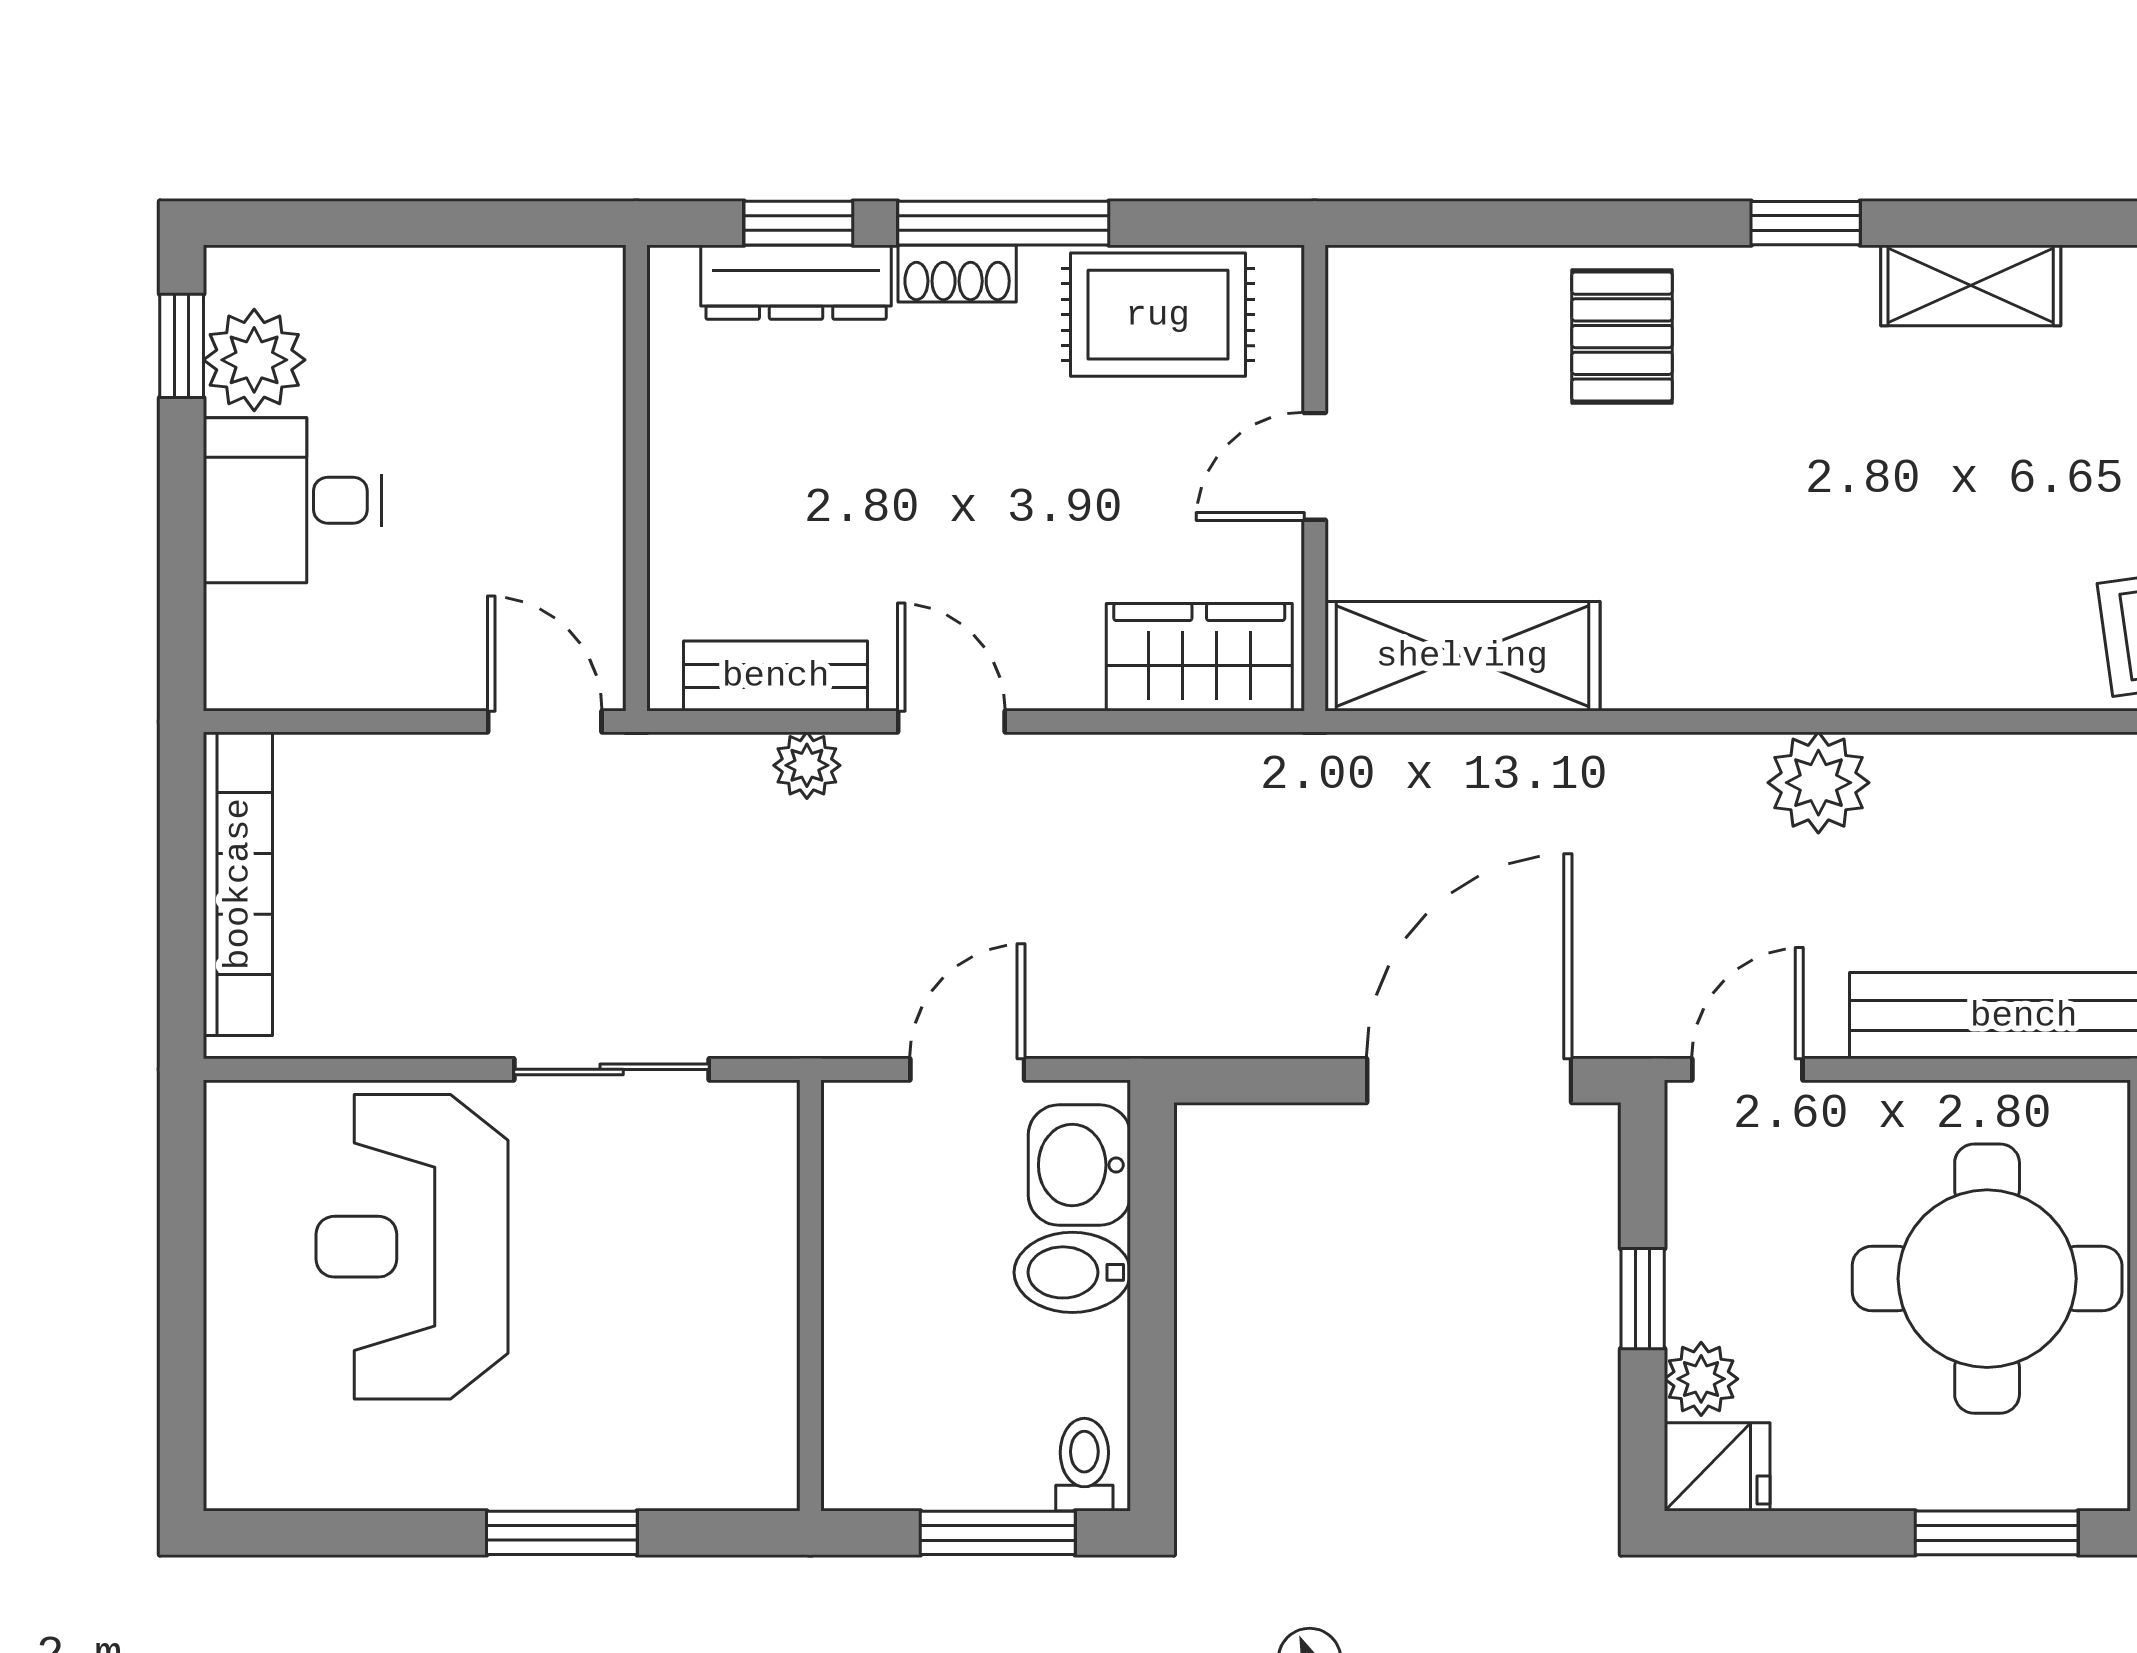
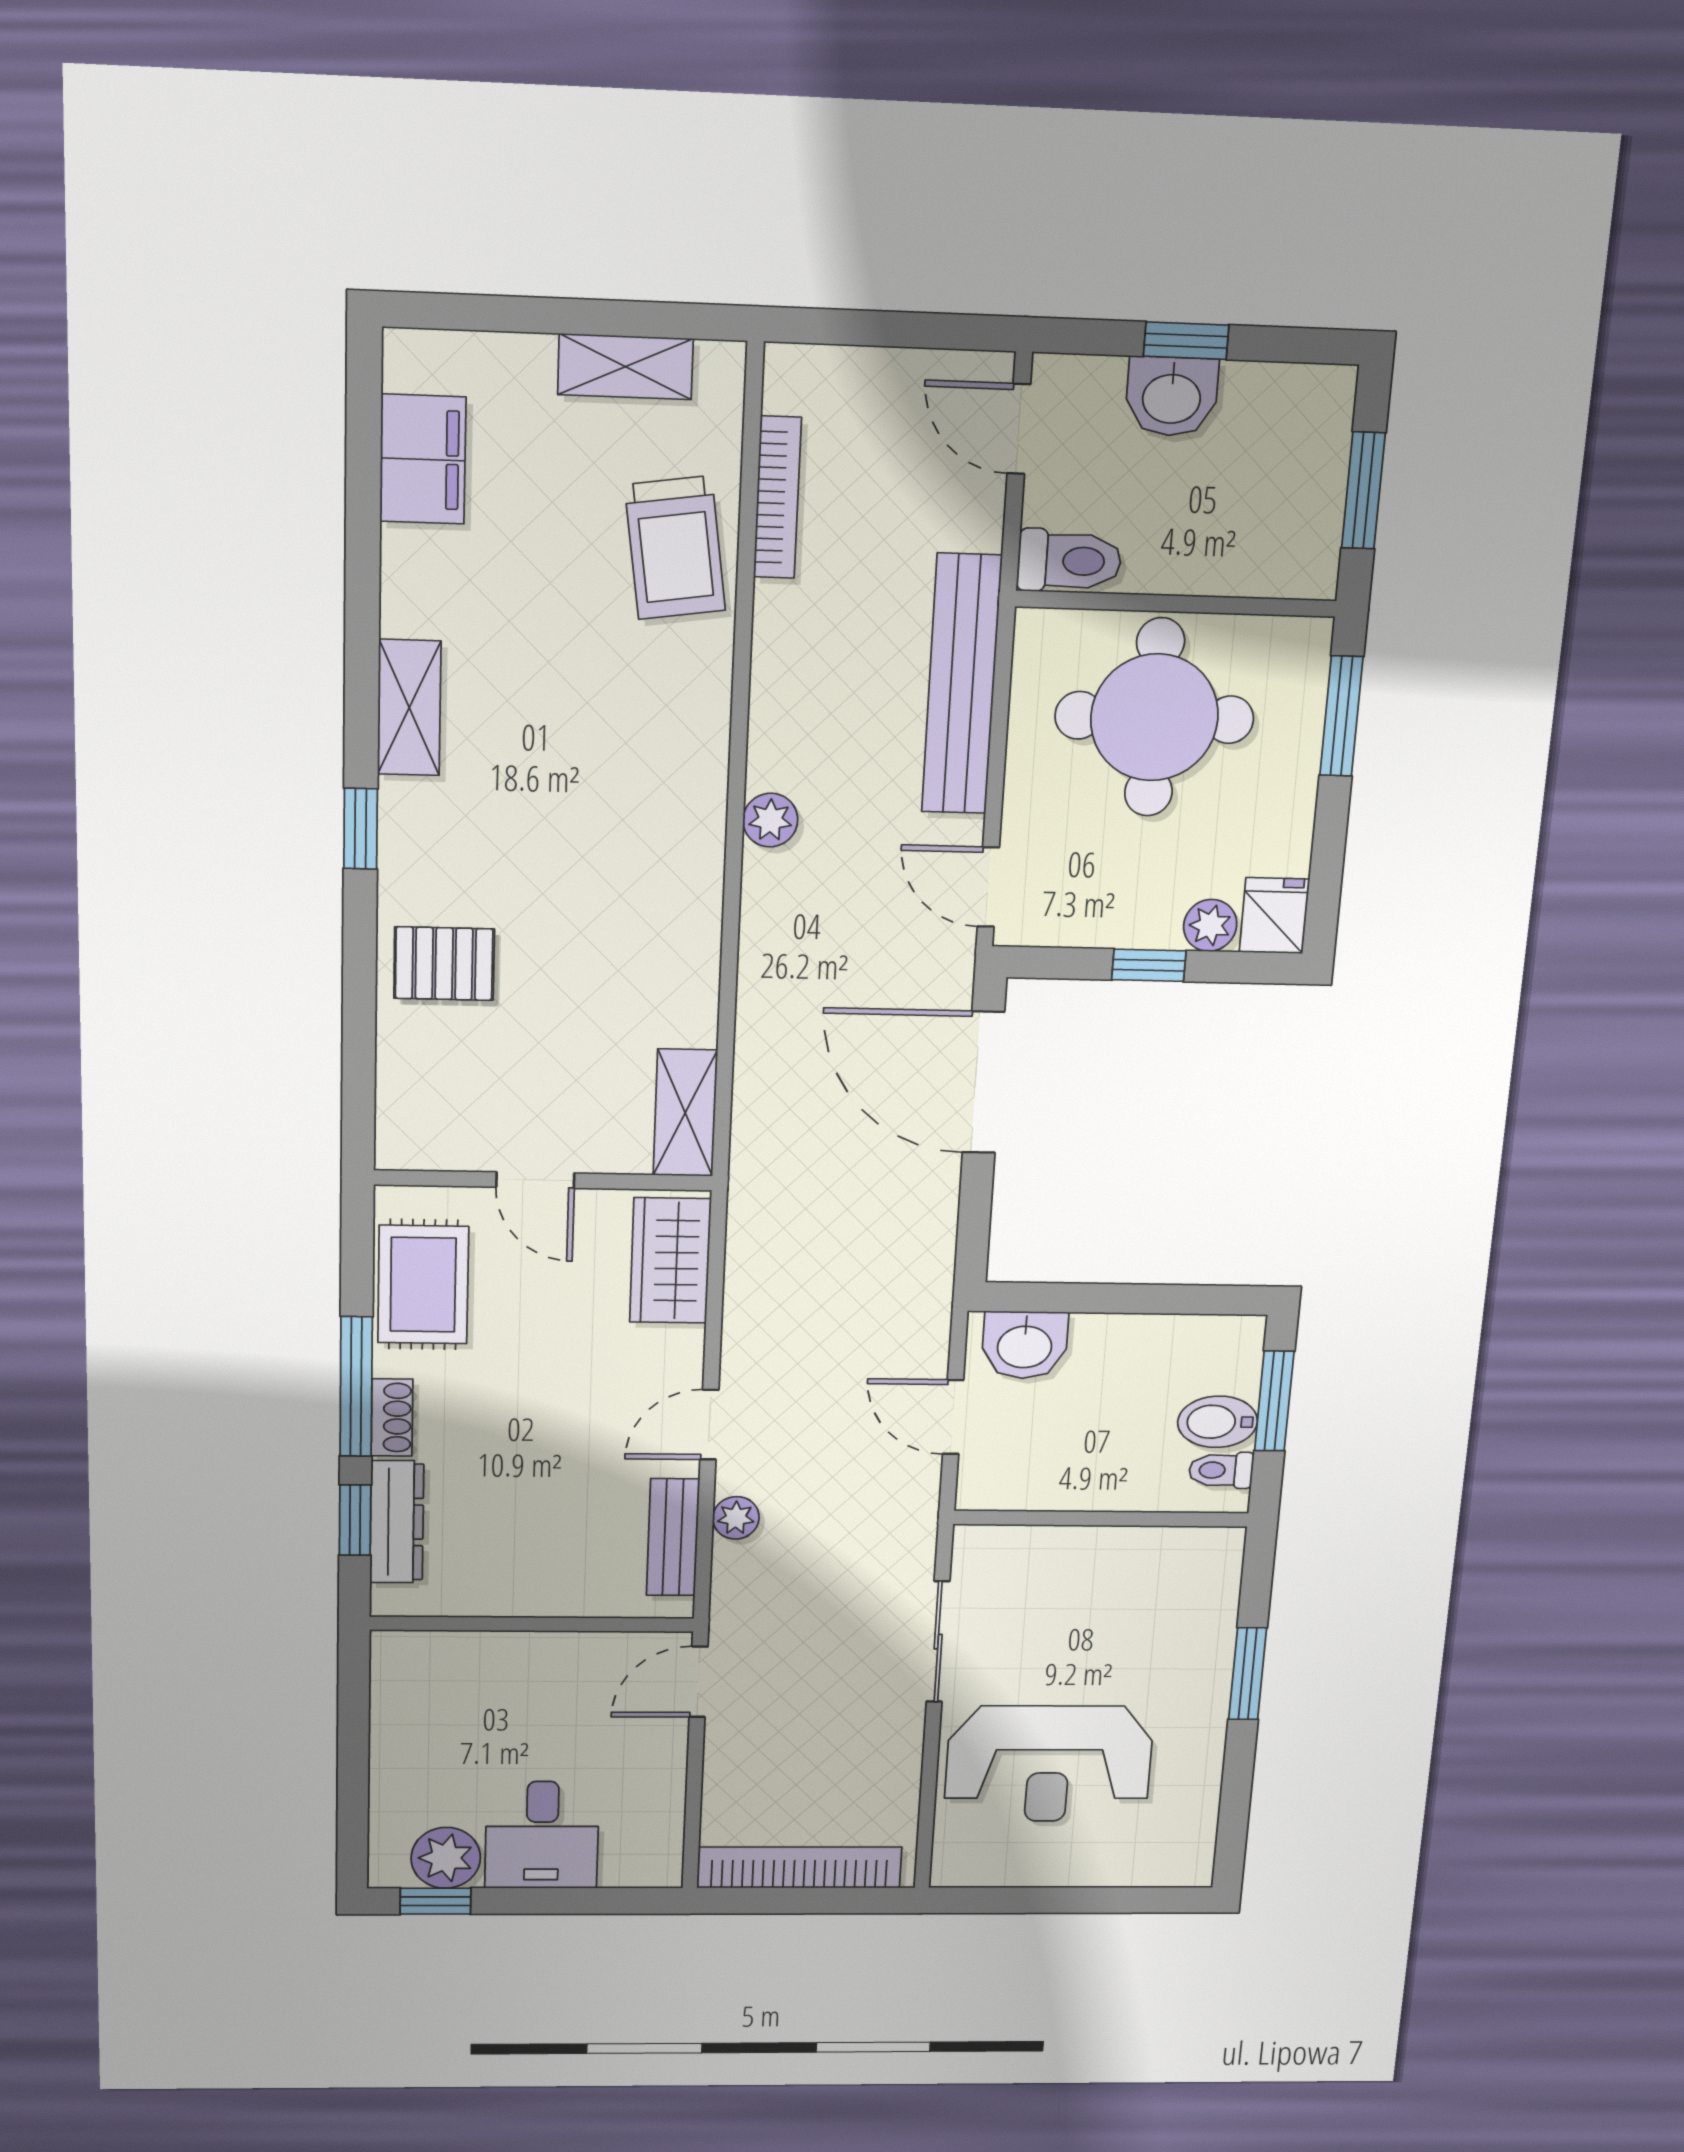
shelving: (1462, 656) -> (685, 1113), width x0.67, depth x0.75
plant: (1818, 783) -> (770, 820), width x0.73, depth x0.73
bidet: (1072, 1272) -> (1218, 1422), moved, turned 90
toilet: (1084, 1465) -> (1221, 1470), moved

